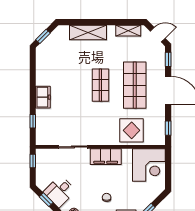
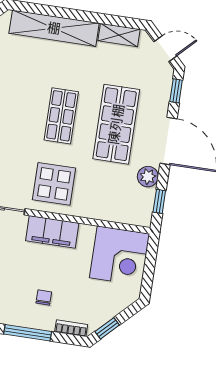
shelving: (88, 32) -> (54, 28), width x1.47
plant: (159, 114) -> (148, 177), added
display table: (132, 130) -> (54, 184), moved

